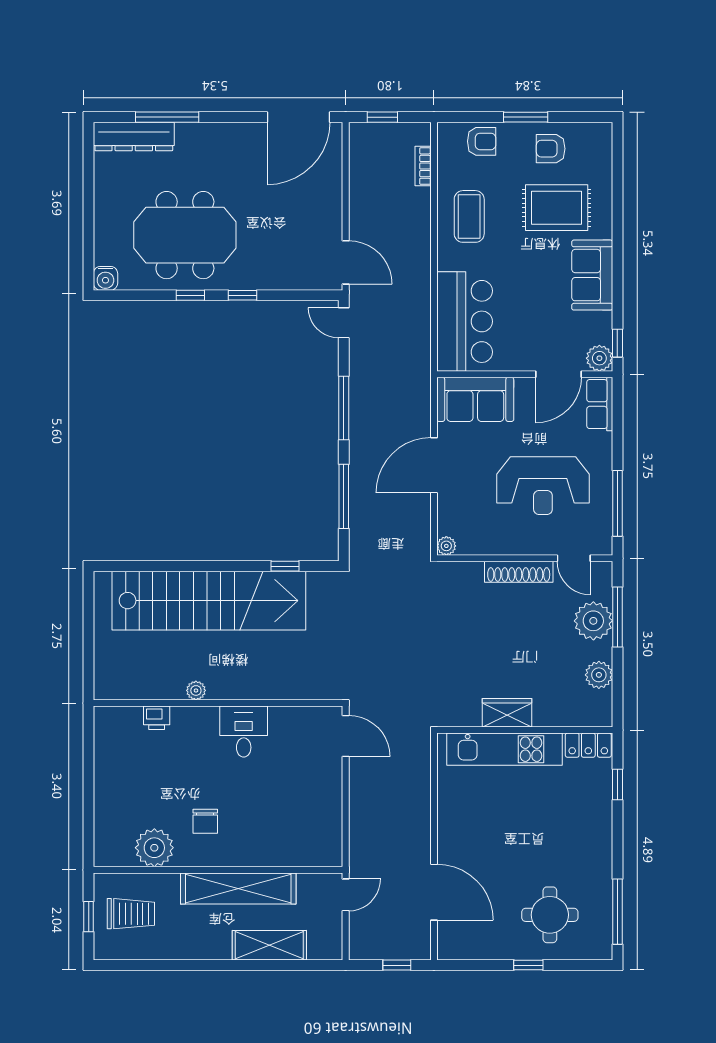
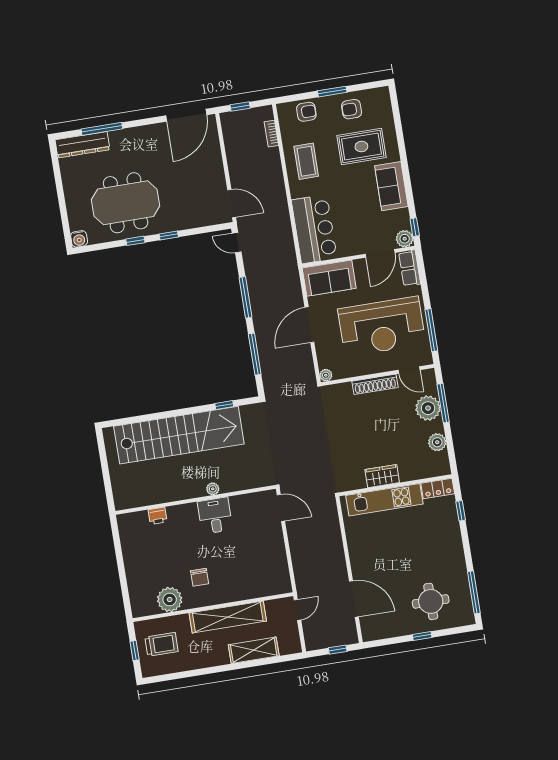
reception desk: (543, 486) -> (382, 326), width x1.36, depth x1.30
plant: (196, 690) -> (213, 489), moved

